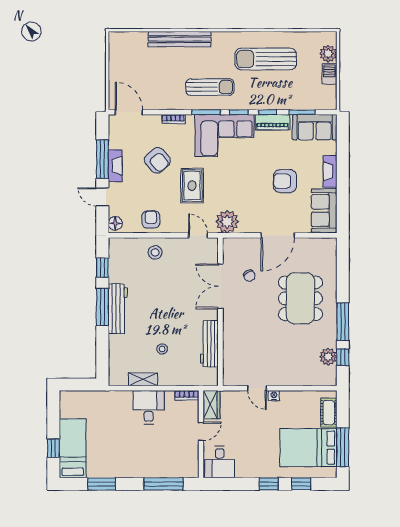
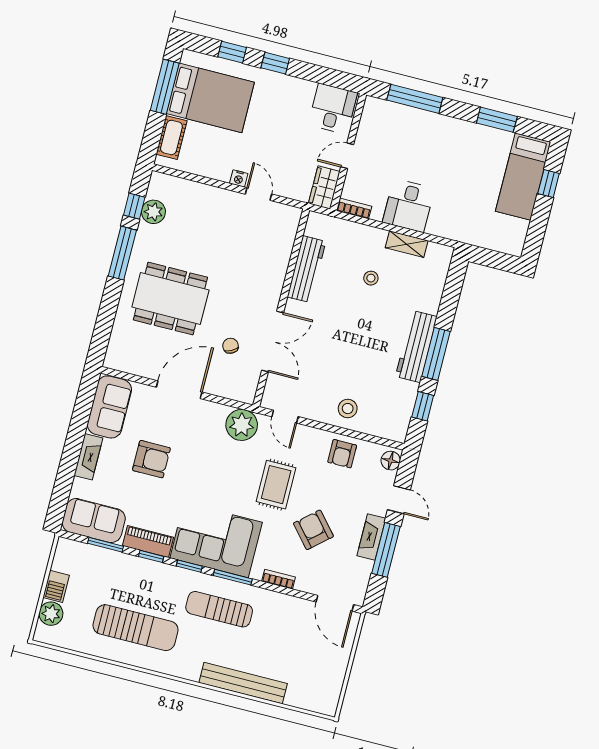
dining table: (300, 298) -> (170, 299), turned 90

